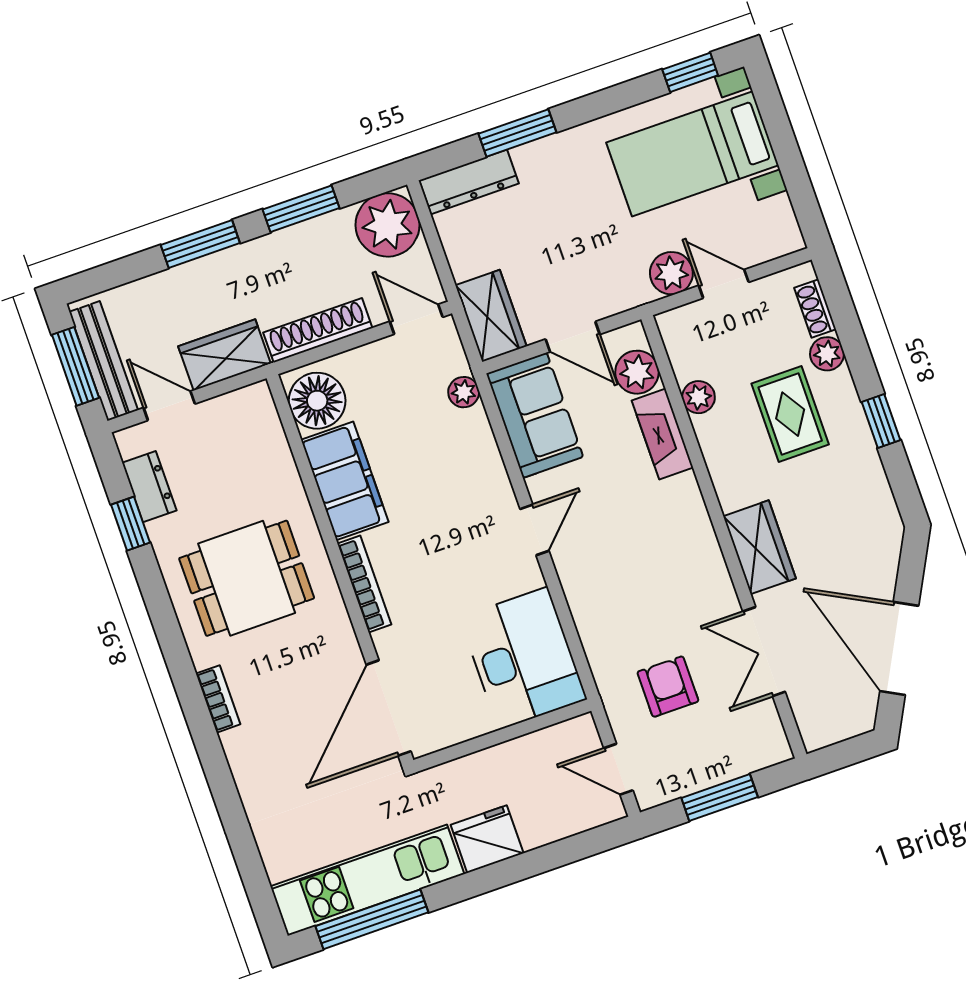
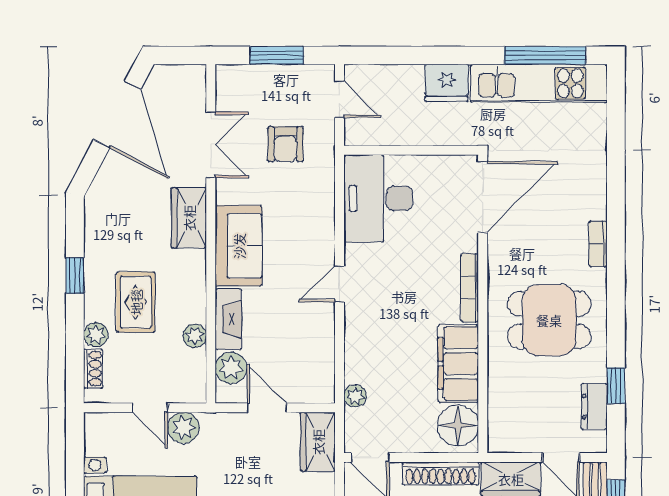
sofa: (535, 415) -> (239, 246), moved, turned 180

